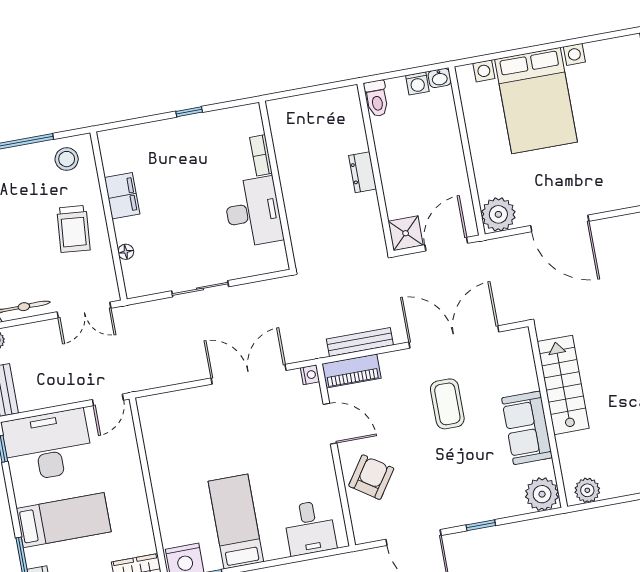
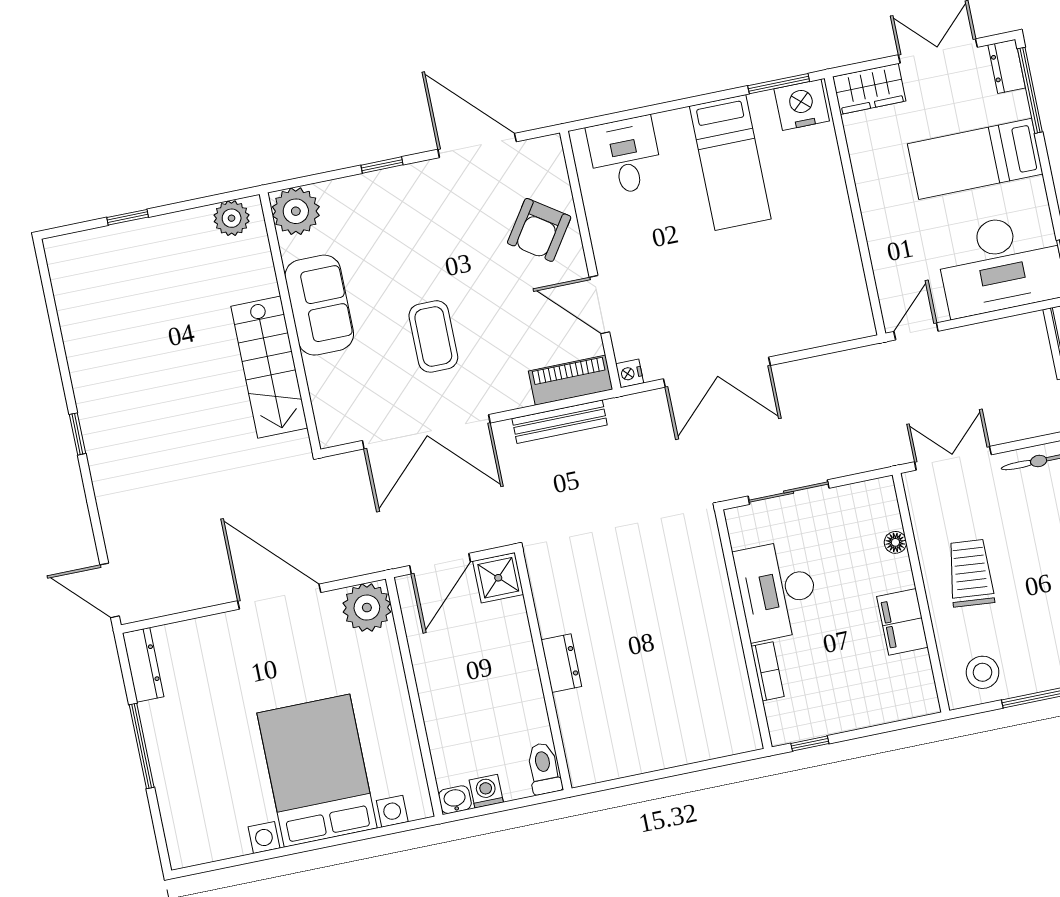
bookcase: (261, 155) -> (768, 671), moved
wall: (277, 185) -> (743, 629), moved
desk: (253, 212) -> (777, 590), moved

